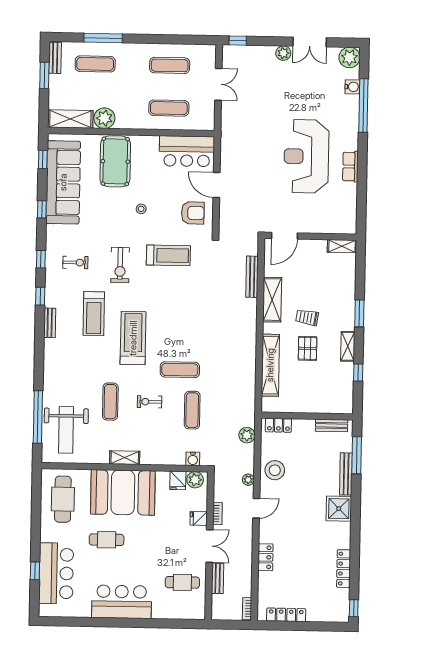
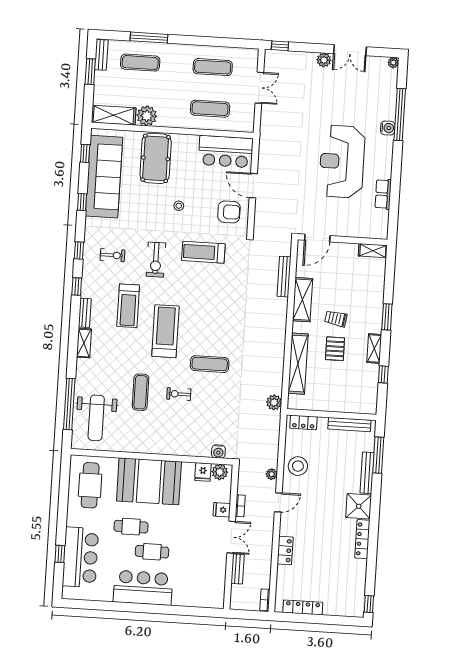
plant: (349, 57) -> (393, 63), width x0.53, depth x0.53
water cooler: (352, 87) -> (388, 128), moved
row of seats: (350, 167) -> (383, 194), moved
treadmill: (168, 255) -> (203, 252), turned 180
exercise mat: (192, 410) -> (220, 404), removed
bench: (332, 426) -> (349, 425), width x1.36
plant: (247, 435) -> (274, 402), moved
shelving: (125, 458) -> (84, 343), moved, turned 90
locker: (344, 569) -> (362, 539), moved
cafe table: (182, 582) -> (152, 552), moved

